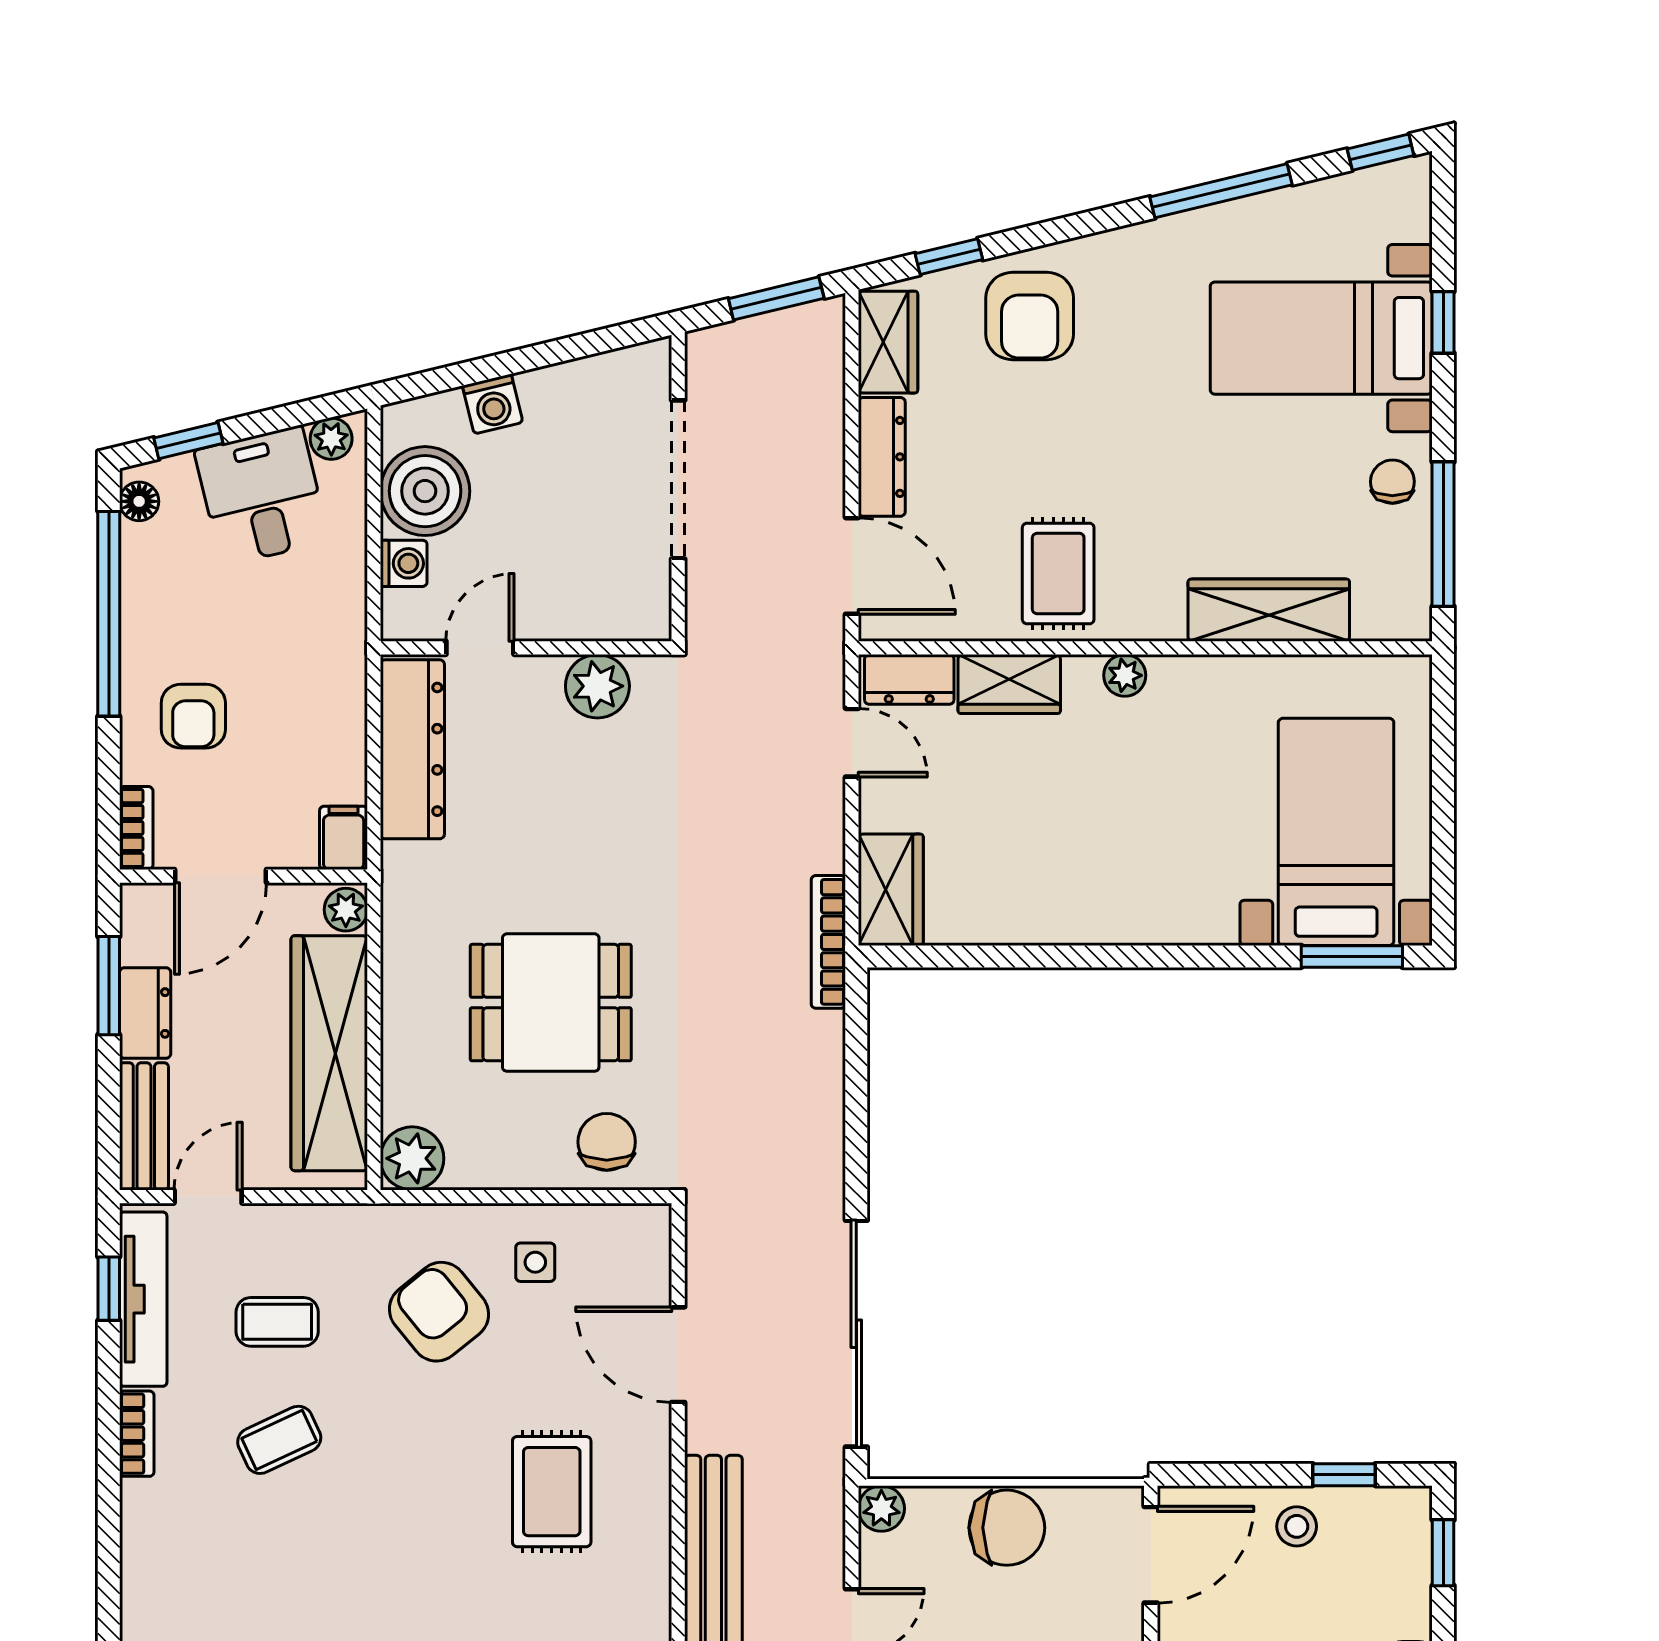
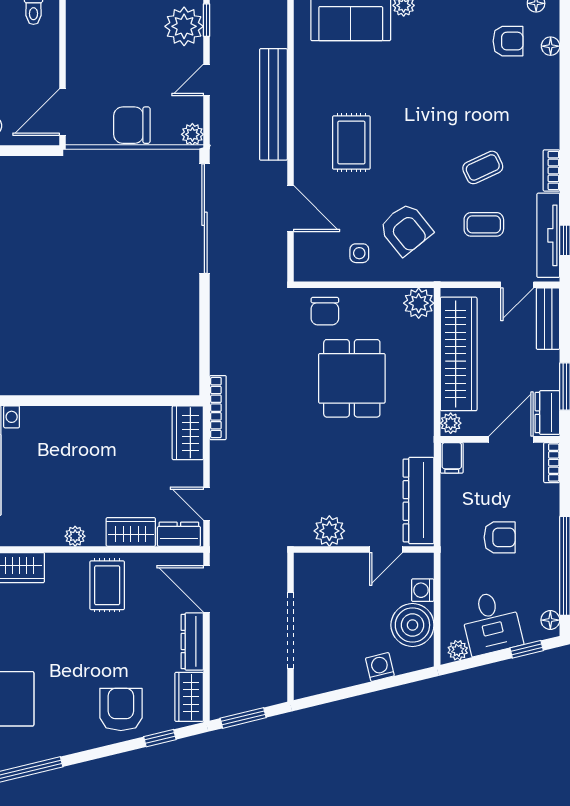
armchair: (193, 716) -> (500, 537), moved, turned 90
dining table: (551, 1003) -> (352, 378), turned 90
dresser: (145, 1013) -> (547, 413), moved

